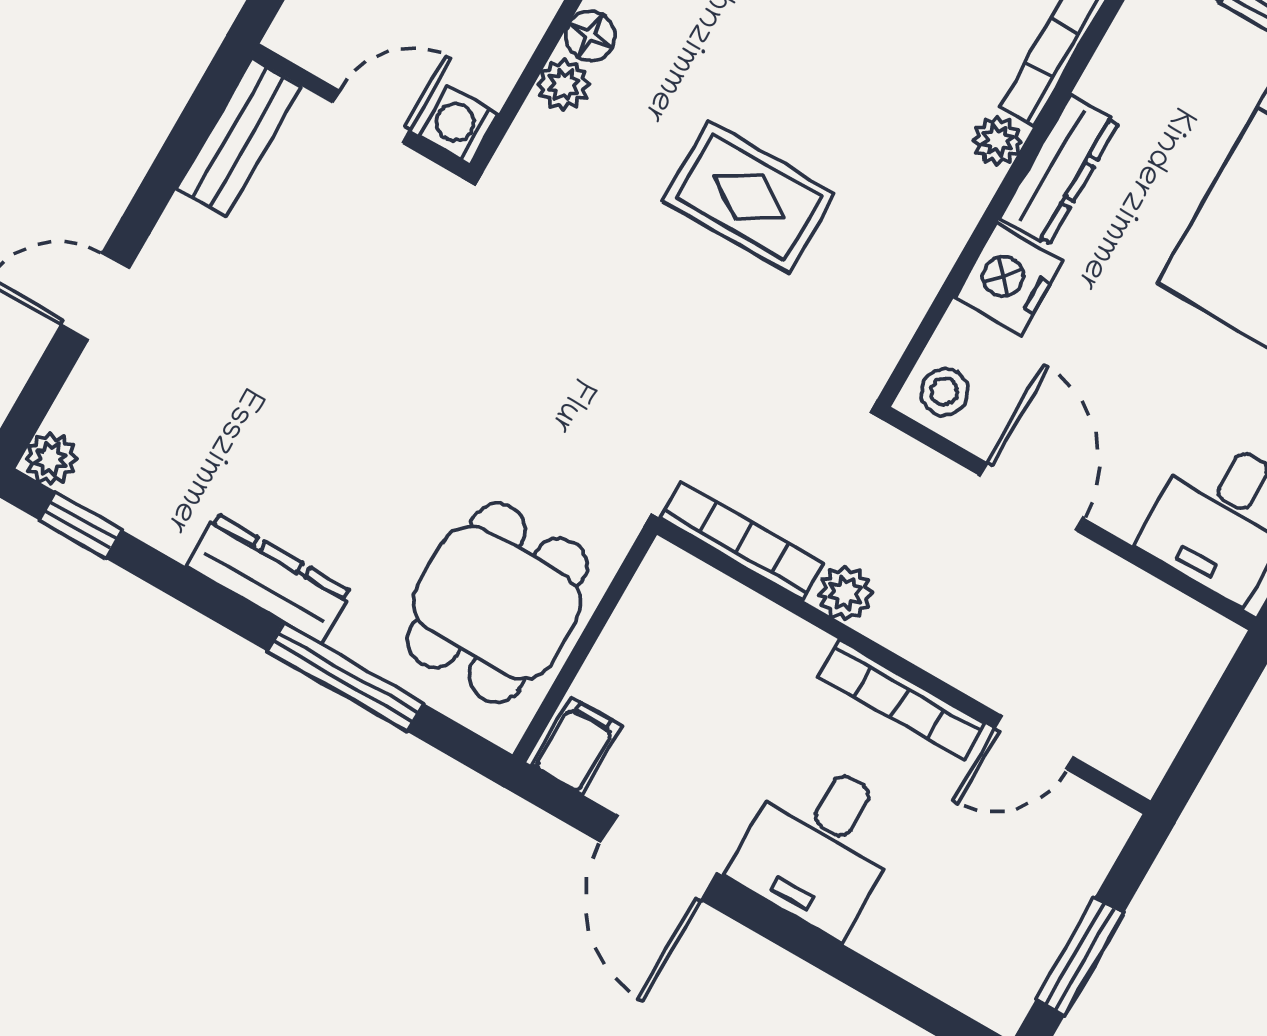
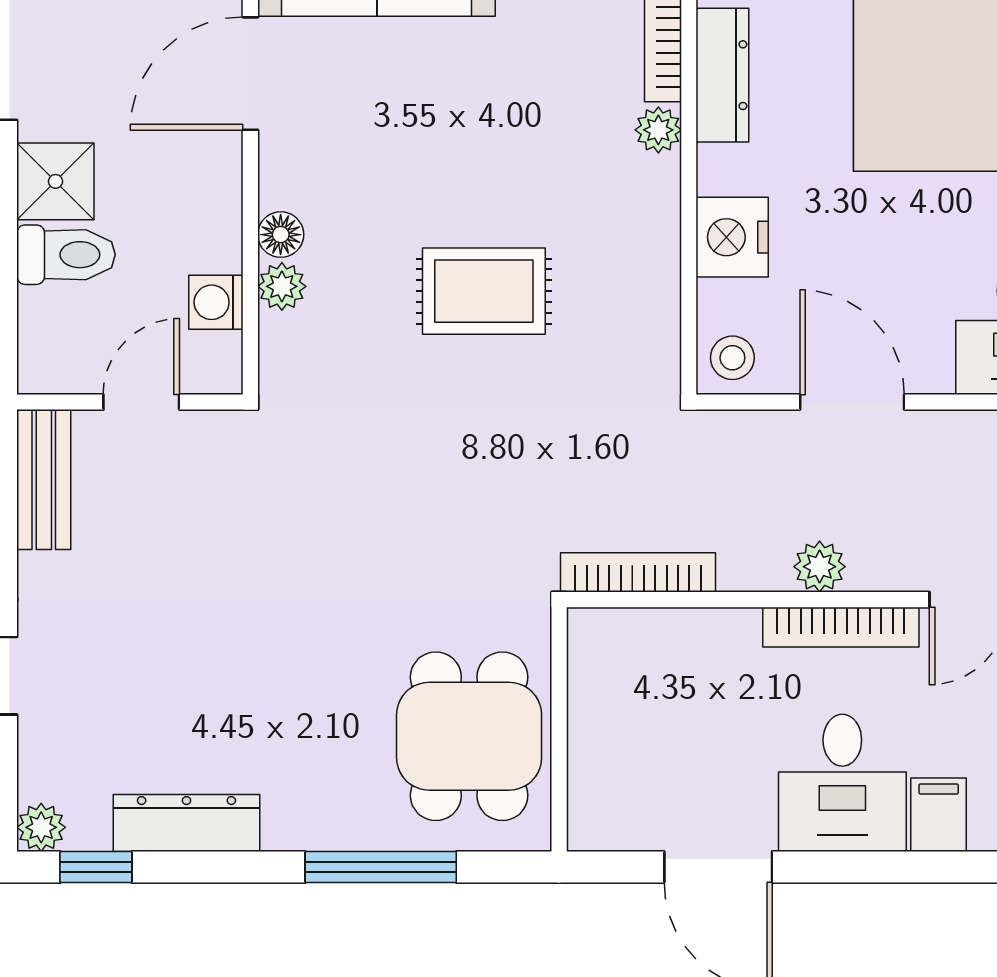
washing machine: (459, 125) -> (216, 302), moved
dresser: (1059, 170) -> (722, 75), moved
dresser: (269, 579) -> (186, 823), moved
plant: (845, 593) -> (820, 567), moved
filing cabinet: (576, 745) -> (939, 815), moved

